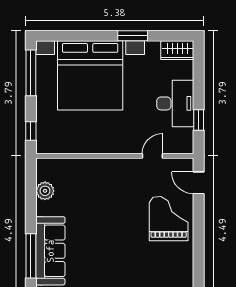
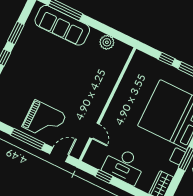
window: (31, 131) -> (167, 59), moved
window: (199, 227) -> (28, 139), added

